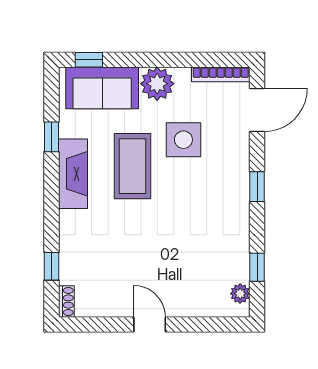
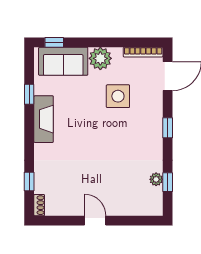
coffee table: (133, 166) -> (84, 114), removed
plant: (240, 294) -> (156, 179), moved

